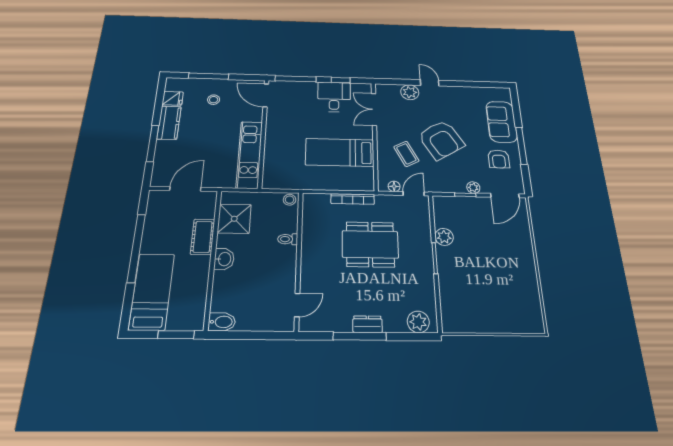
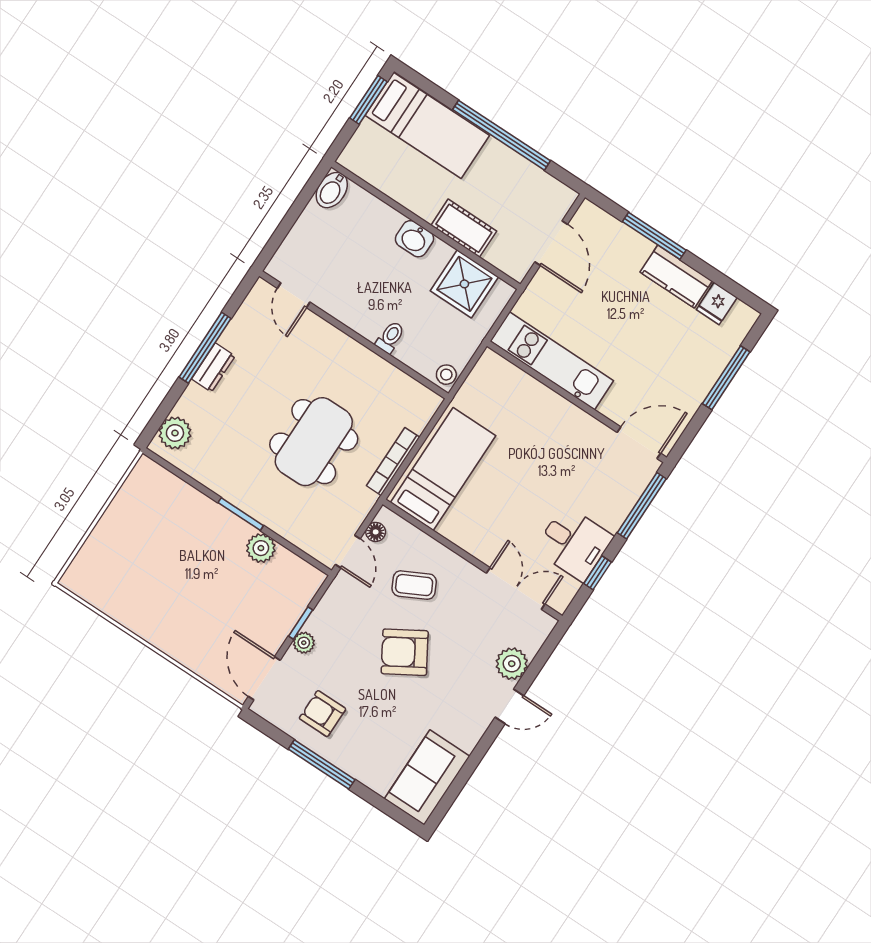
stool: (214, 100) -> (678, 362), removed
sofa: (501, 122) -> (427, 778), moved, turned -90
armchair: (441, 140) -> (405, 652), width x0.73, depth x0.73
bed: (340, 152) -> (443, 469), moved
window: (176, 335) -> (369, 100), moved

